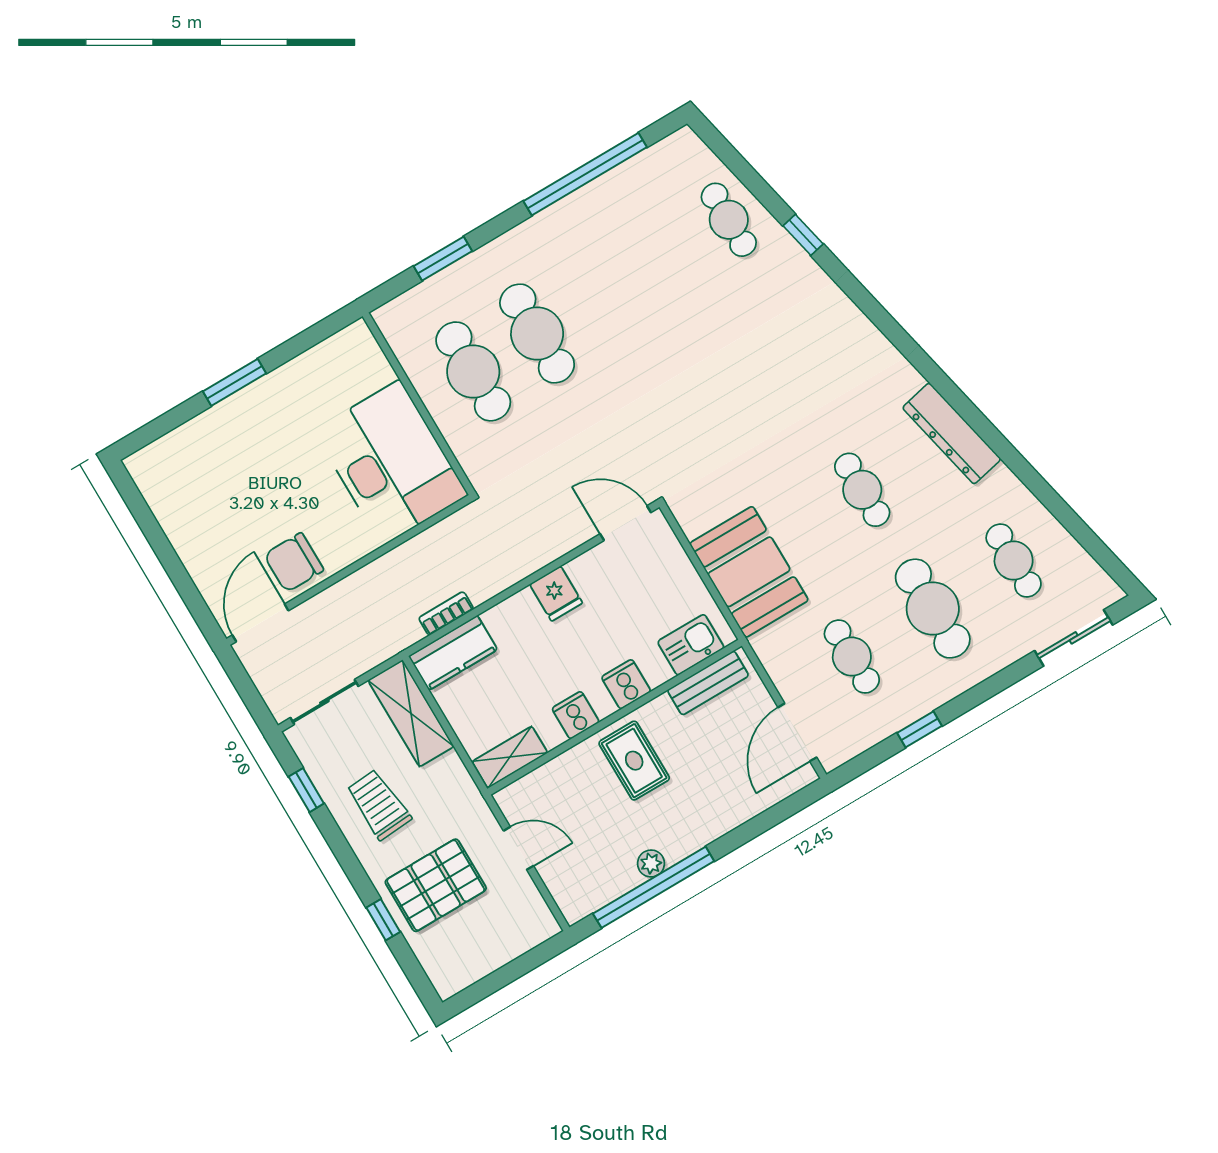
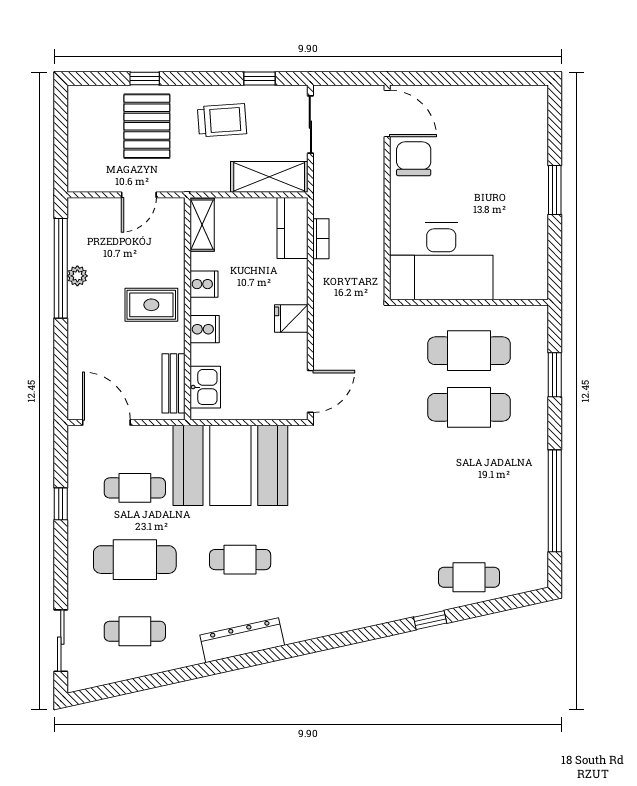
booth: (749, 572) -> (230, 465), width x1.36, depth x1.42

